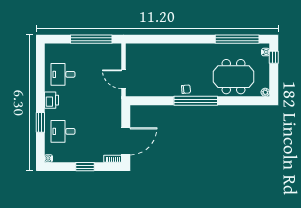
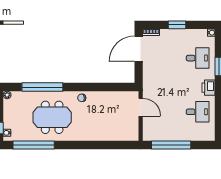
meeting table: (234, 77) -> (52, 117), moved
window: (196, 101) -> (42, 87), moved

